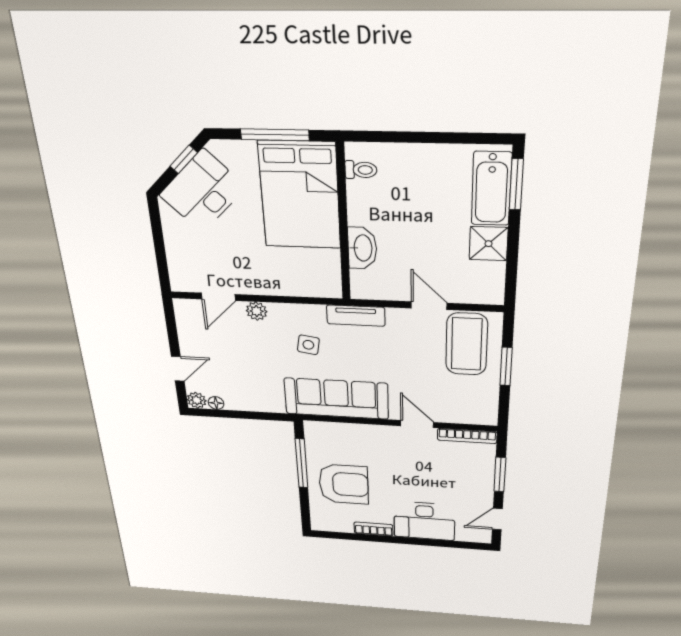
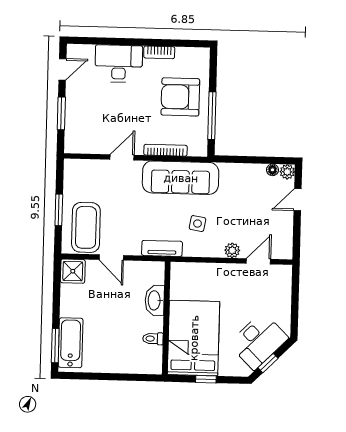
window: (275, 135) -> (206, 379), width x0.46
toilet: (361, 170) -> (153, 339), moved
shower: (489, 244) -> (73, 271), moved
door: (417, 424) -> (122, 157), swing flipped
bookcase: (467, 436) -> (165, 150), moved

